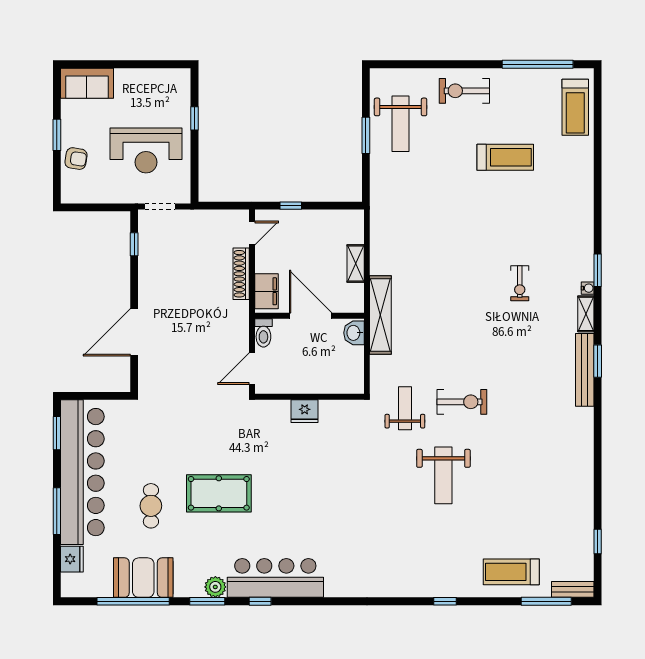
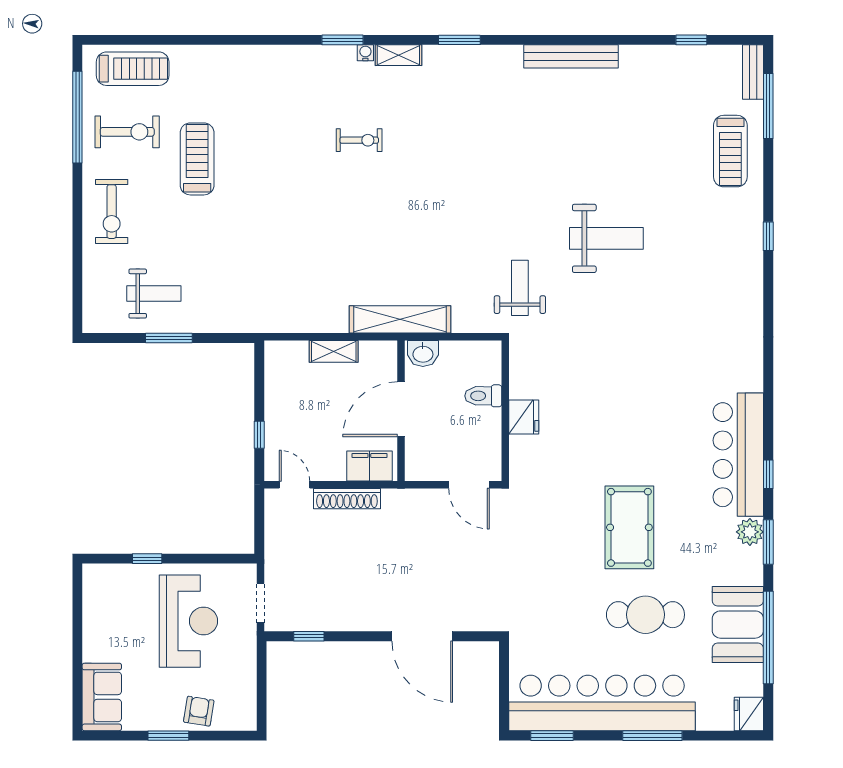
weight bench: (401, 124) -> (154, 294), width x0.73, depth x0.75
toilet: (263, 333) -> (483, 396), moved, turned 180
bench: (585, 370) -> (571, 56), moved
exercise bike: (462, 402) -> (127, 132), moved, turned 90
weight bench: (405, 408) -> (520, 288), turned 90
cafe table: (151, 506) -> (645, 615), width x1.37, depth x1.35
fridge: (72, 559) -> (749, 714), moved, turned -90

